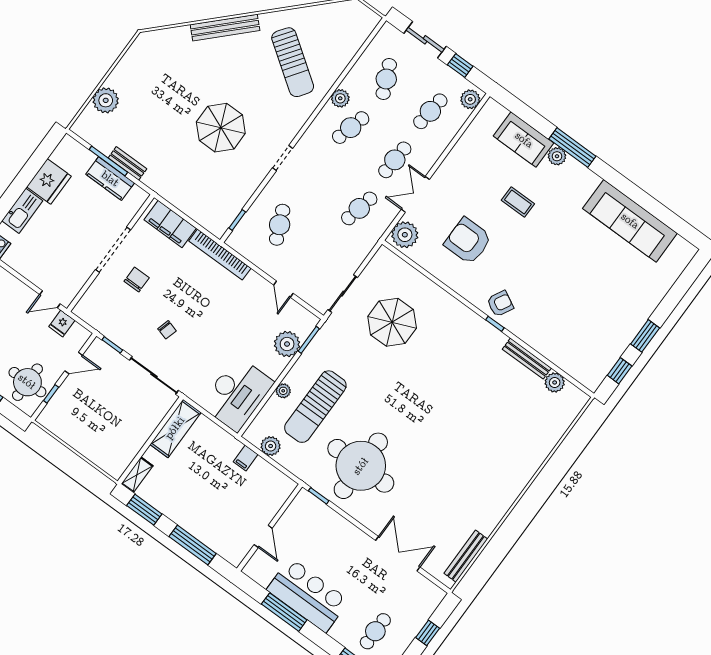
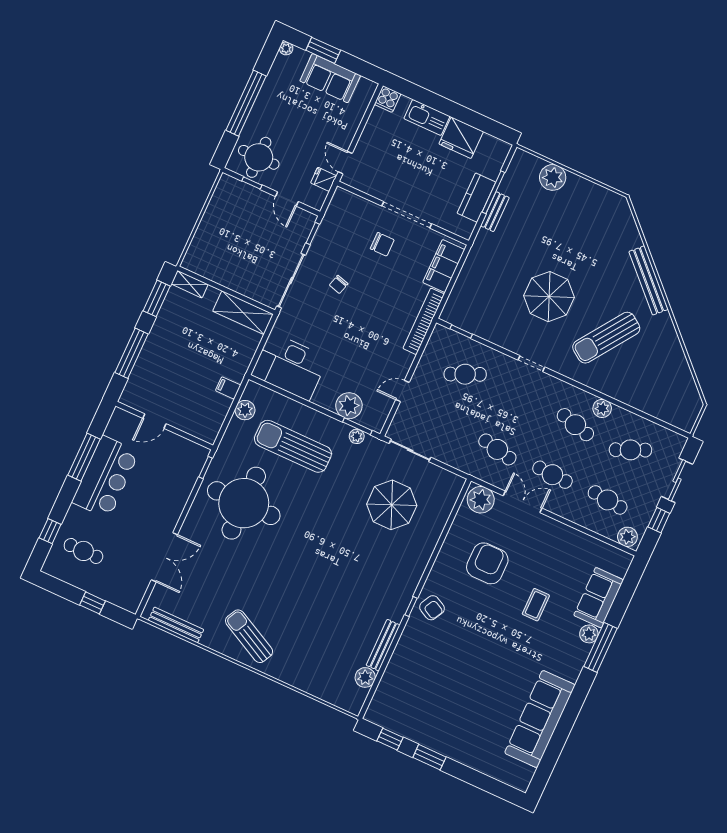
sun lounger: (293, 62) -> (606, 338), moved
plant: (283, 391) -> (357, 436), moved
sun lounger: (491, 487) -> (249, 636), added

